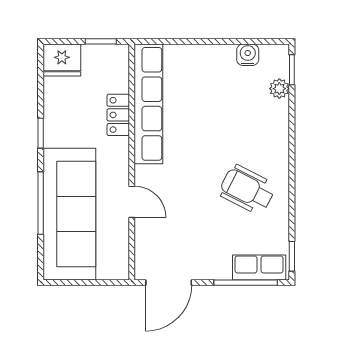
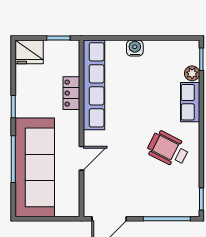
water cooler: (248, 55) -> (135, 48), moved
door: (132, 202) -> (82, 158), hinge flipped
row of seats: (259, 268) -> (190, 102), moved, turned -90

